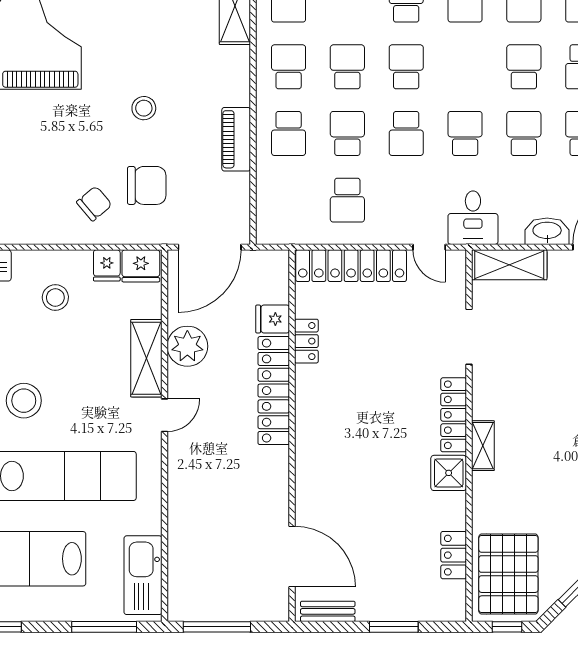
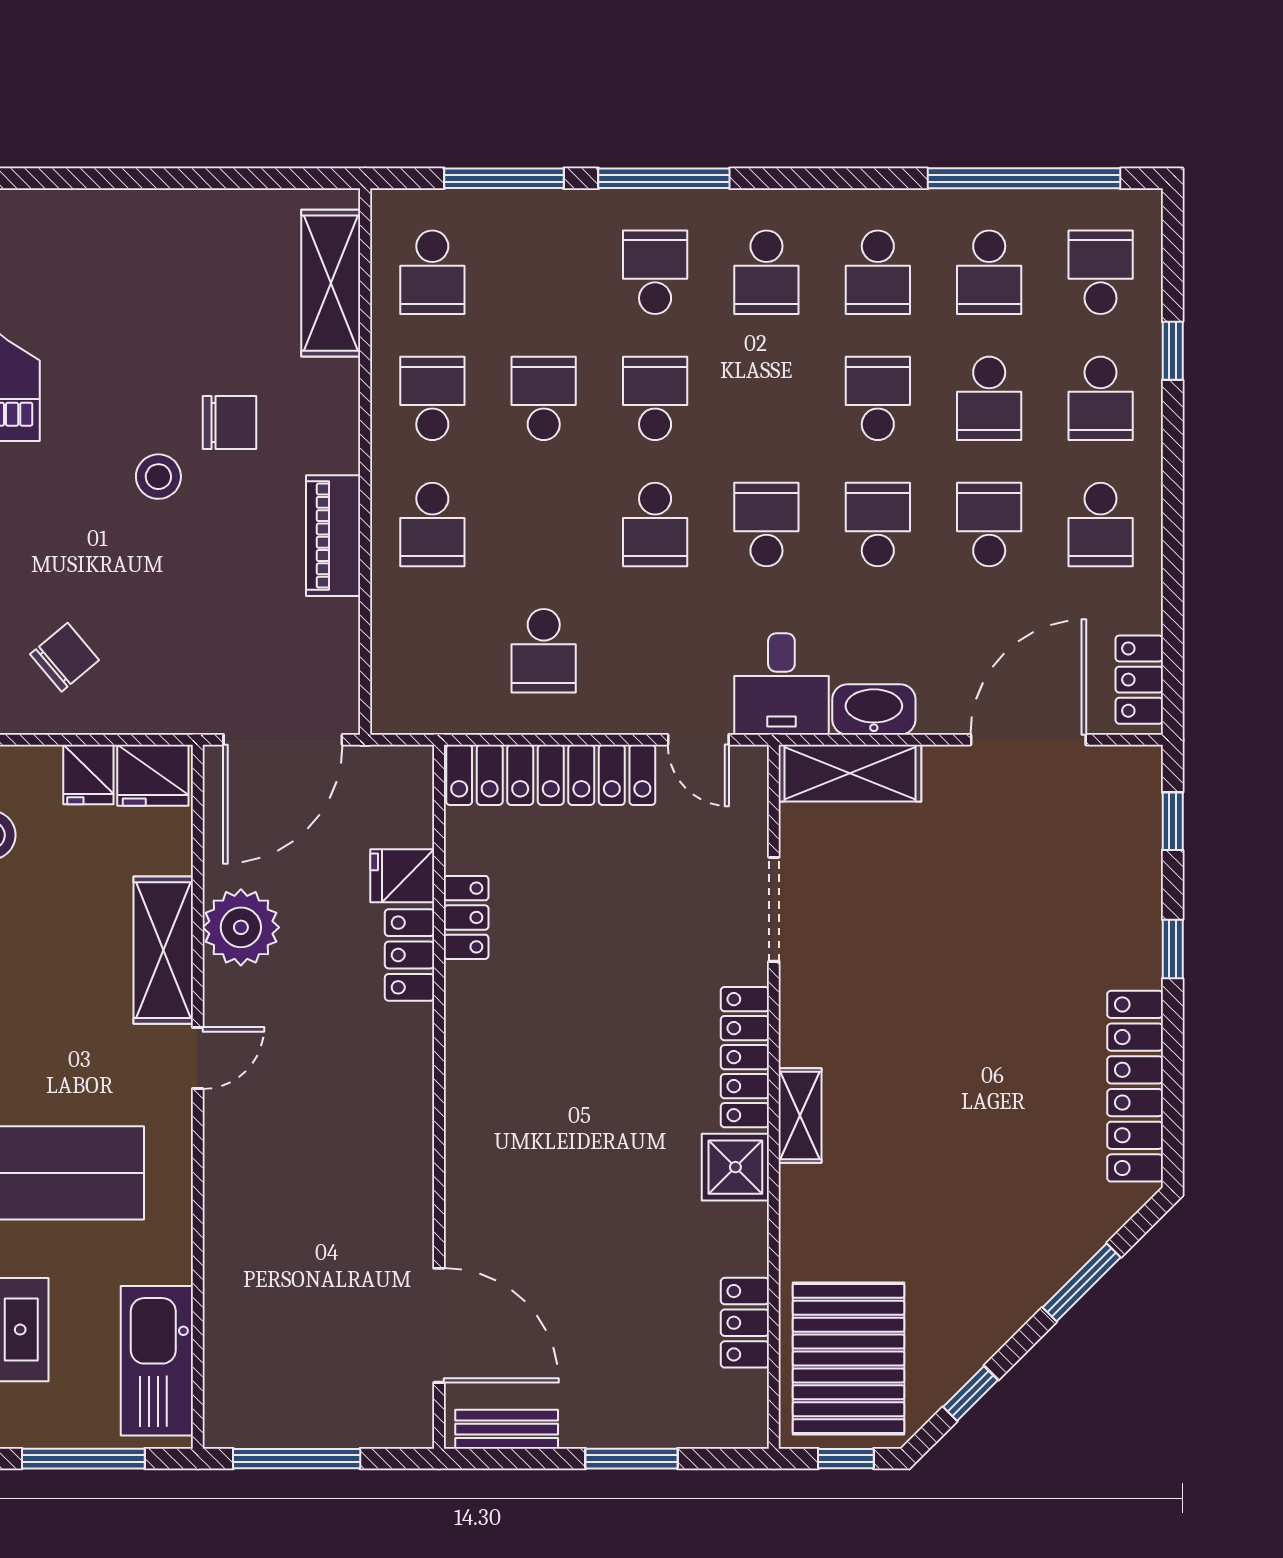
school desk: (347, 133) -> (544, 525), removed
chair: (147, 185) -> (229, 423), moved, width x0.73, depth x0.73
washbasin: (547, 231) -> (874, 709), moved
locker: (274, 391) -> (410, 955), width x0.46, depth x0.83

